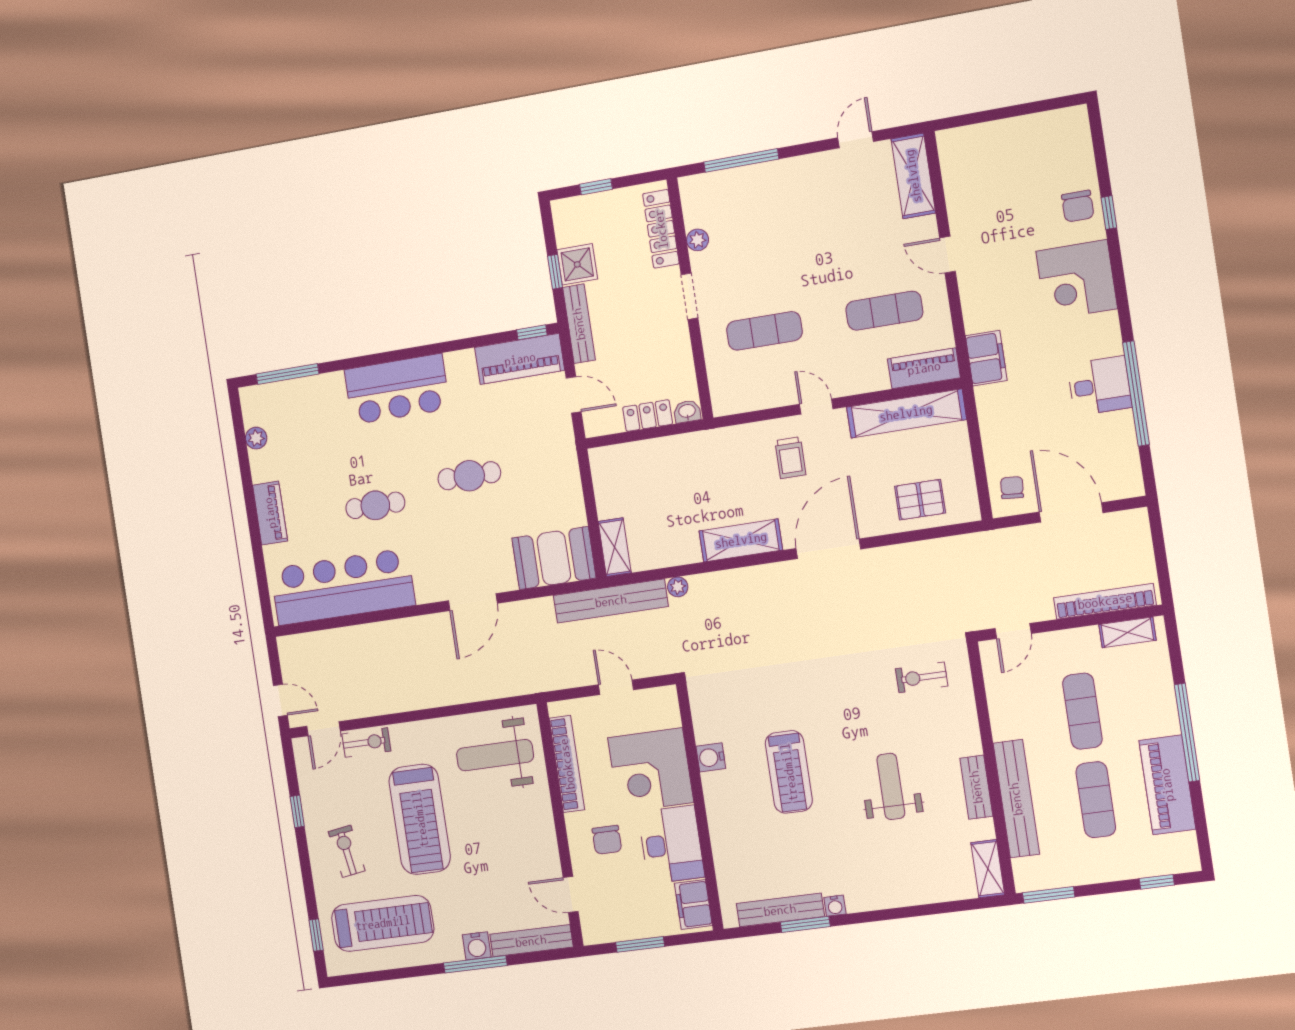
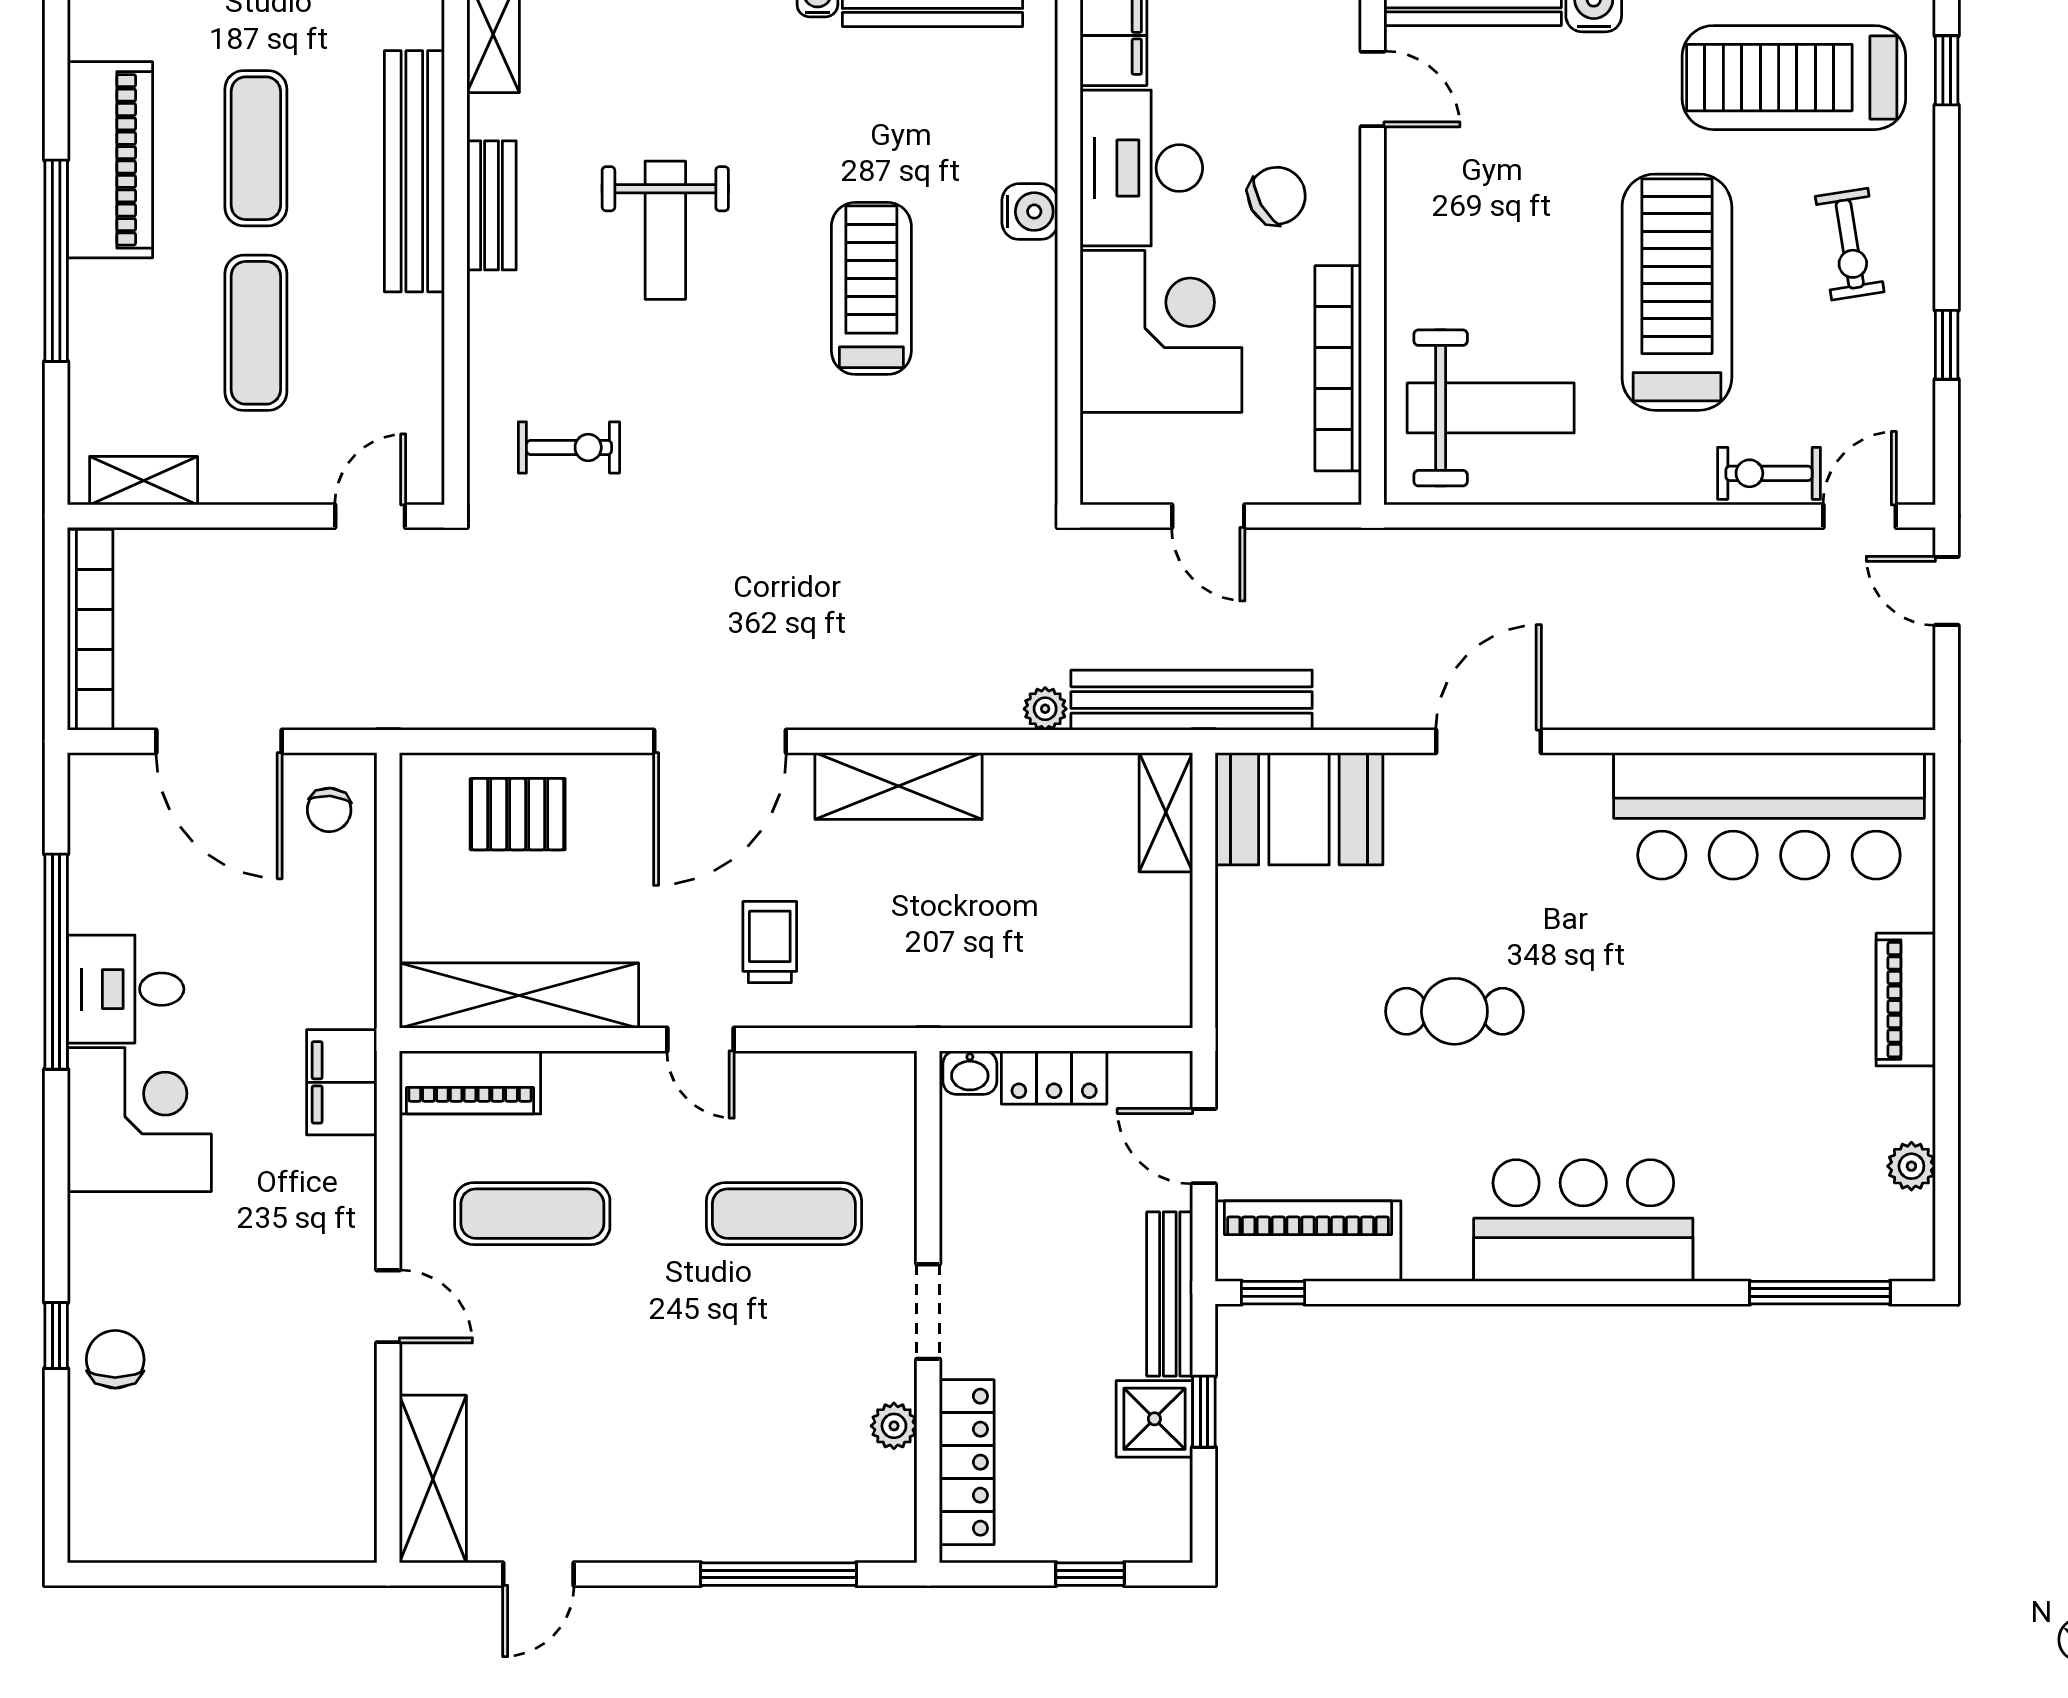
corner desk: (1077, 280) -> (139, 1120), moved
cafe table: (375, 505) -> (1670, 980), removed
bookcase: (1105, 601) -> (90, 630), moved, turned -90
water cooler: (711, 757) -> (1030, 212), moved
chair: (607, 840) -> (1277, 196), turned 61

